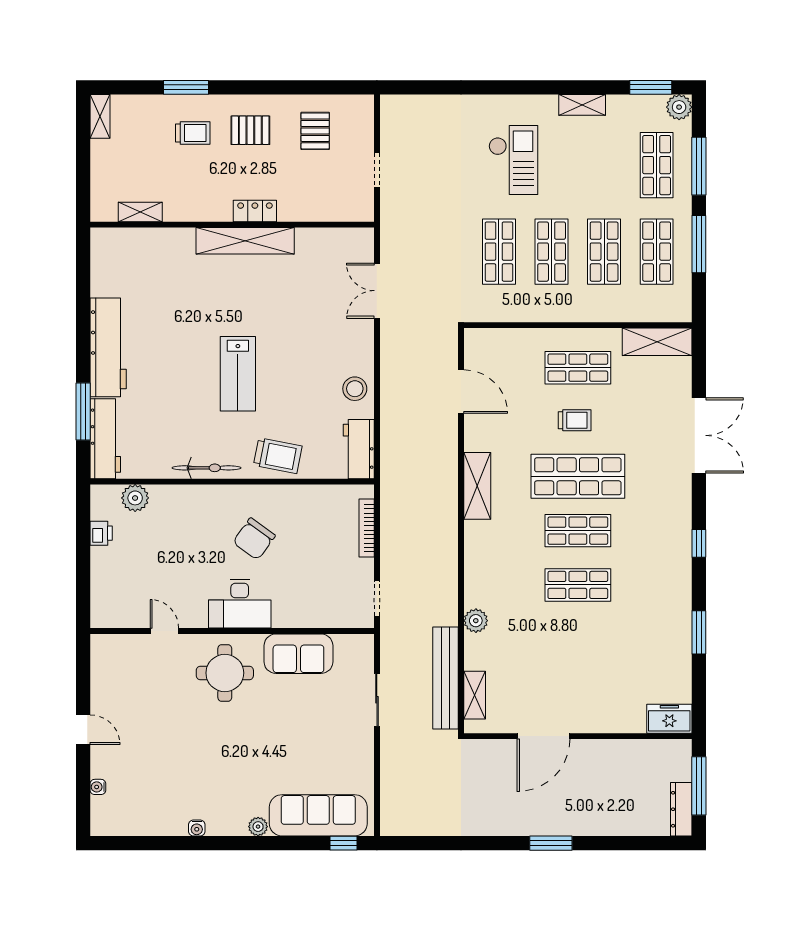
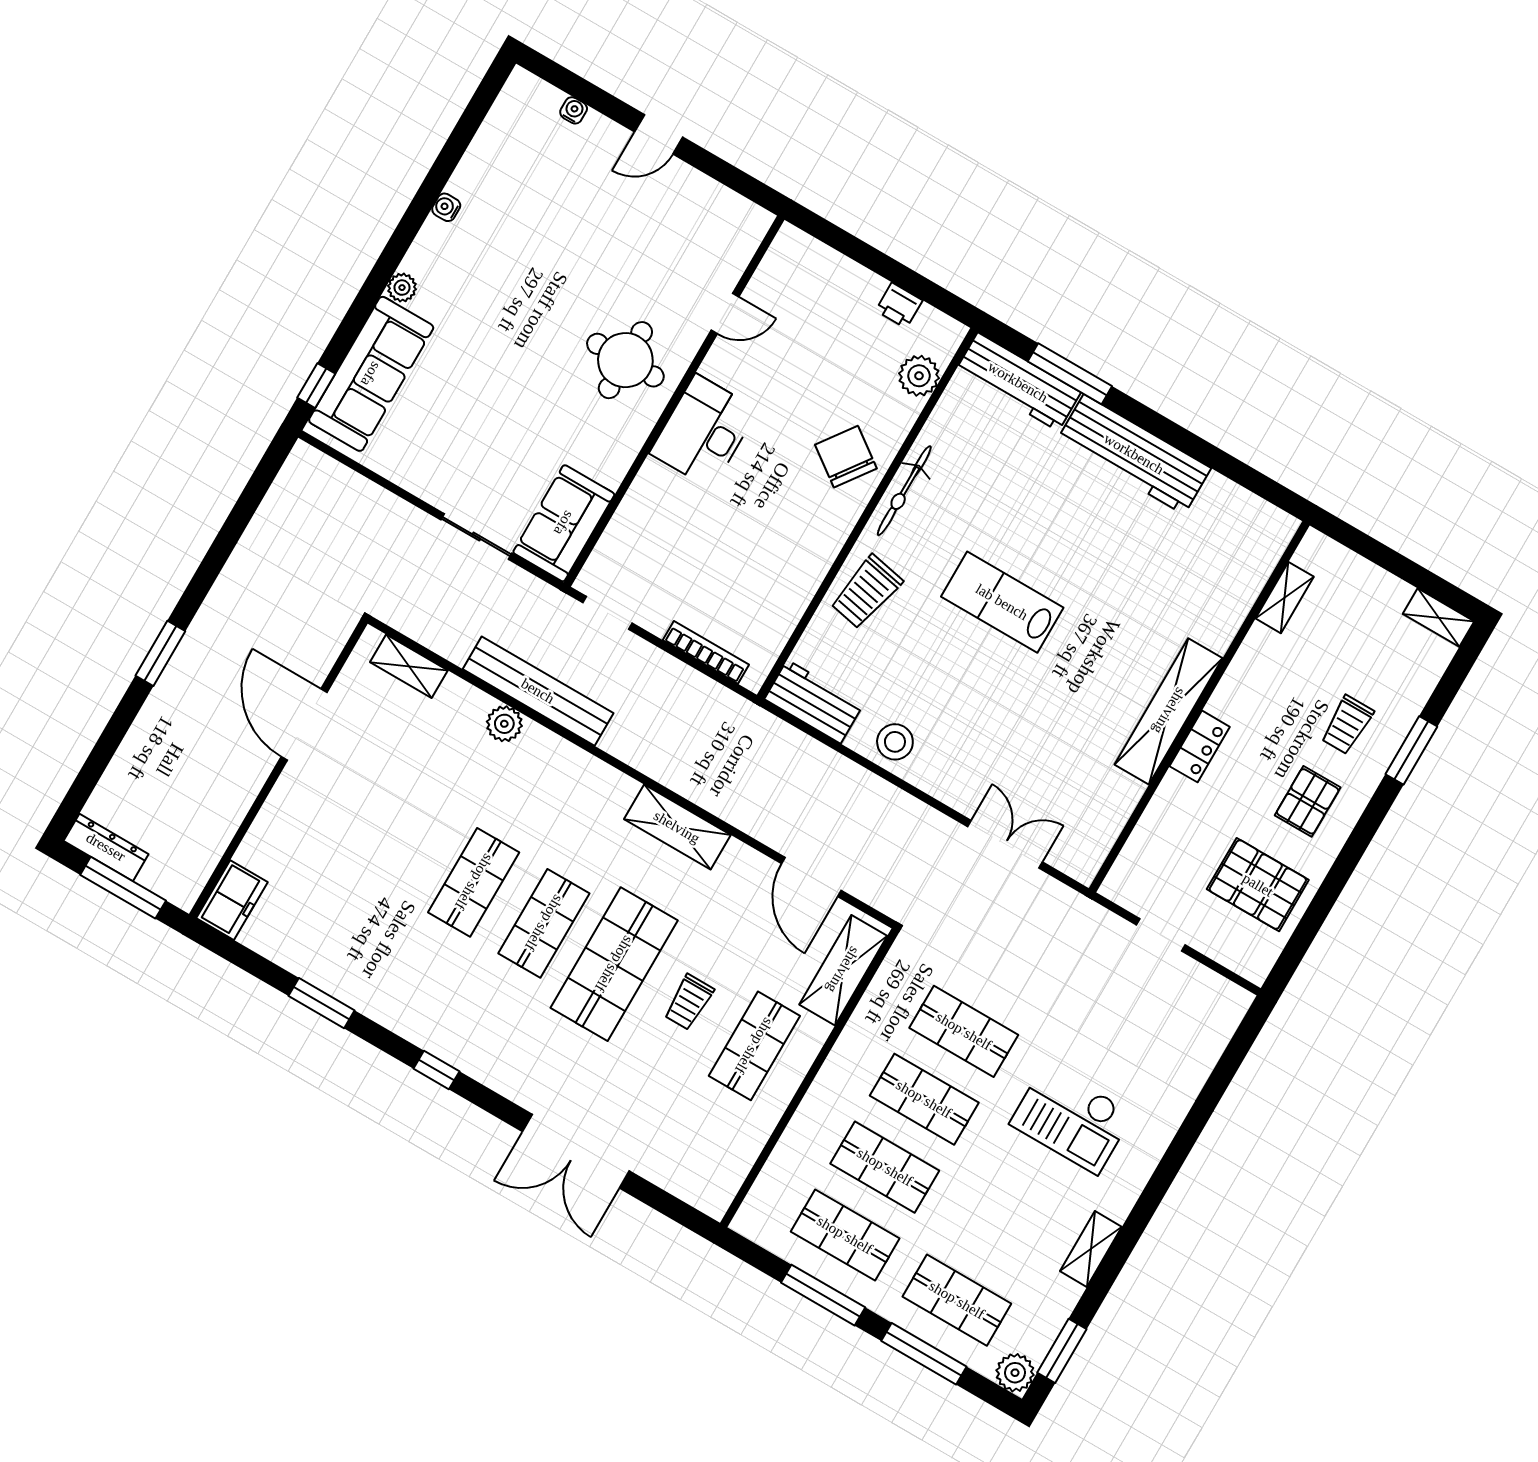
pallet: (315, 131) -> (1258, 885), width x1.50, depth x1.42
shelving: (657, 342) -> (843, 970), moved
door: (461, 392) -> (811, 877), hinge flipped
chair: (254, 539) -> (846, 457), moved
sofa: (298, 654) -> (564, 523), moved
bench: (446, 678) -> (538, 691), moved

